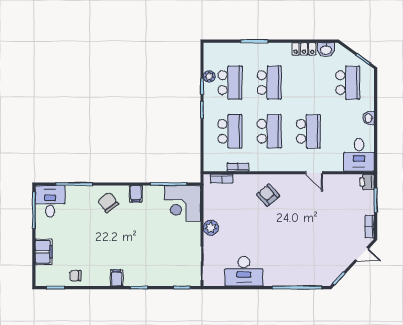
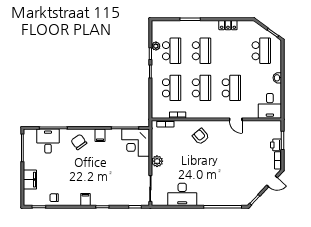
washbasin: (326, 50) -> (245, 26), removed
printer: (367, 182) -> (276, 145), moved
desk: (50, 201) -> (48, 141), moved

